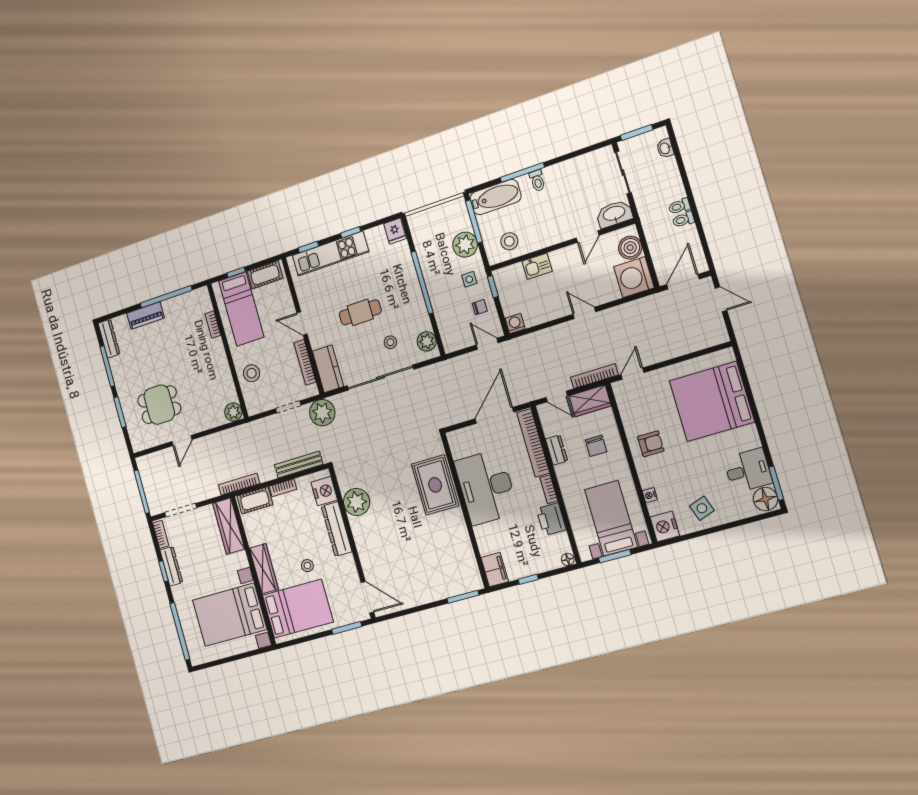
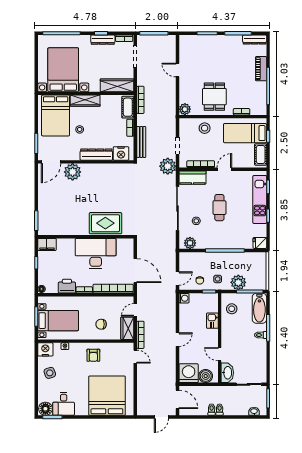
dining table: (159, 405) -> (214, 97), moved
dresser: (556, 450) -> (105, 301), removed
plant: (357, 502) -> (73, 172), moved

